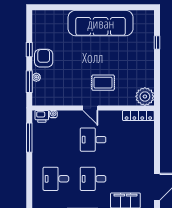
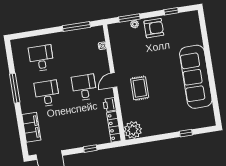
window: (29, 50) -> (171, 11), moved
printer: (42, 116) -> (110, 105), moved
window: (157, 143) -> (90, 149), added

